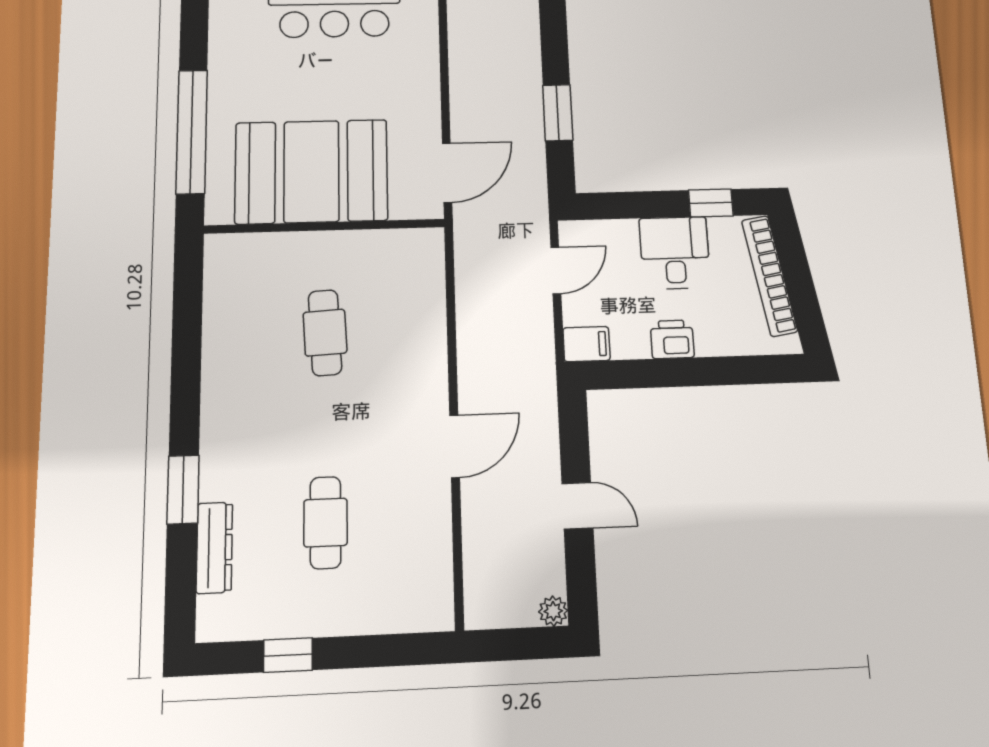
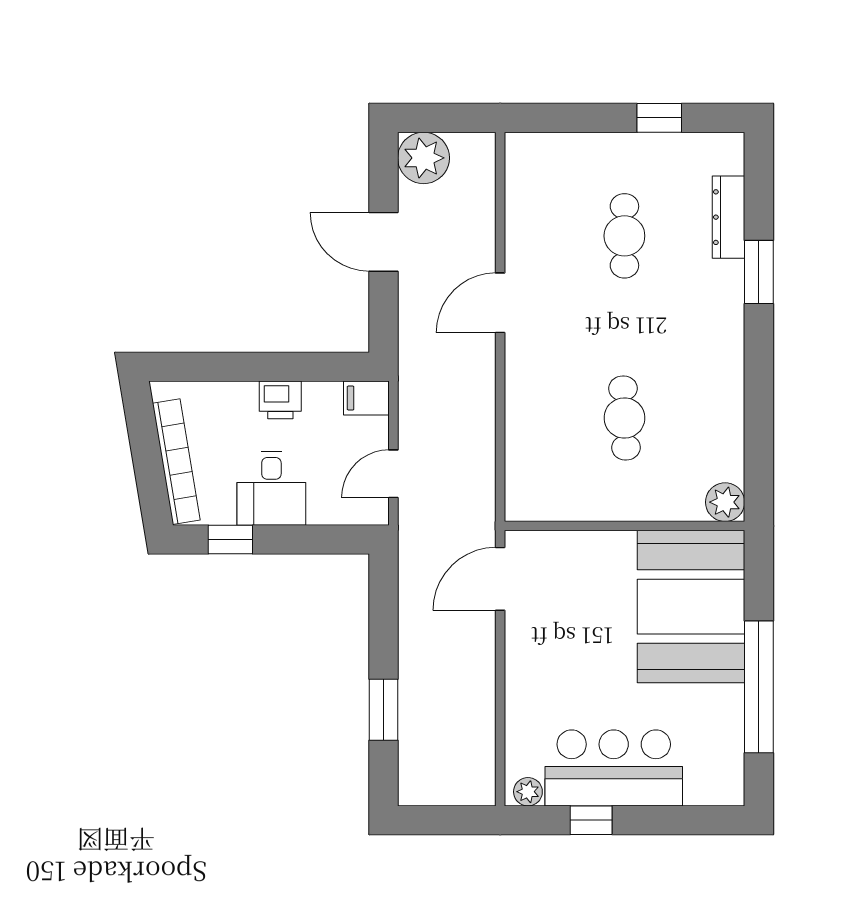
window: (558, 113) -> (384, 710), moved
window: (192, 132) -> (759, 687), moved
booth: (311, 171) -> (691, 607), moved, turned 90
plant: (223, 252) -> (725, 502), added
door: (577, 506) -> (384, 242), width x1.37
plant: (553, 611) -> (424, 158), width x1.88, depth x1.88

